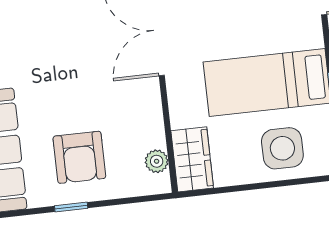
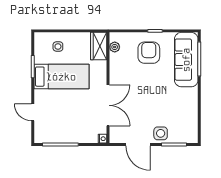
side table: (282, 148) -> (58, 46), width x0.54, depth x0.54

